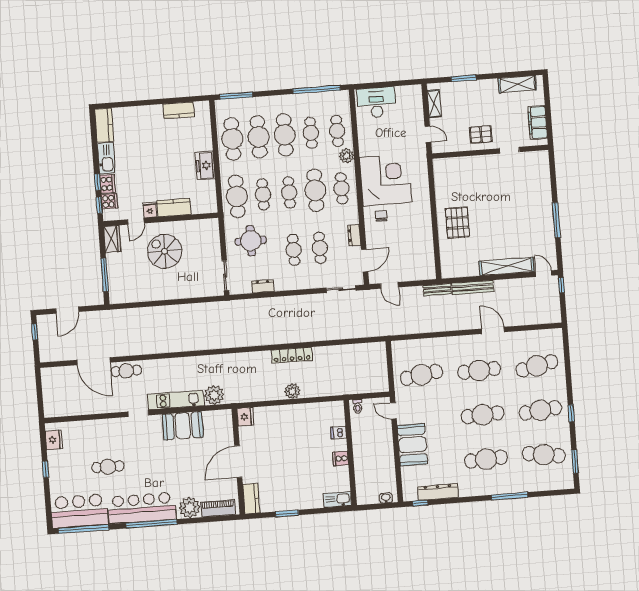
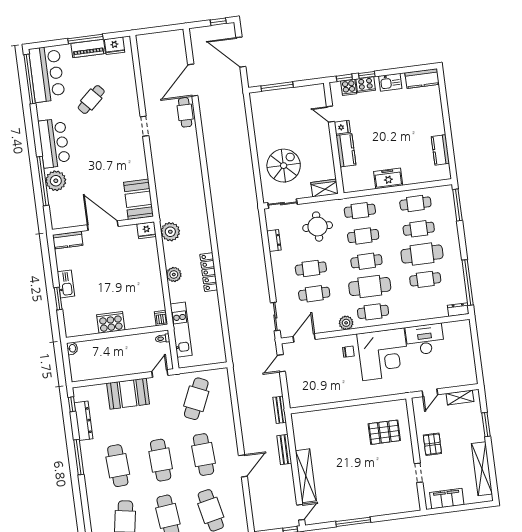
shelving: (517, 84) -> (482, 469), width x1.47
desk: (376, 102) -> (425, 339), moved, turned -90
cafe table: (337, 131) -> (429, 305), removed
cafe table: (259, 137) -> (419, 229), width x0.73, depth x0.74
cafe table: (232, 139) -> (415, 203), width x0.73, depth x0.74
plant: (347, 156) -> (346, 323), moved
kitchen sink: (106, 158) -> (390, 82), width x0.73
cafe table: (237, 196) -> (360, 211), width x0.73, depth x0.74
pallet: (457, 223) -> (384, 432), moved
dresser: (354, 235) -> (458, 310), moved
wardrobe: (112, 239) -> (325, 188), moved, turned 180
spiral stairs: (165, 251) -> (284, 166), moved
door: (365, 261) -> (304, 338), swing flipped
bench: (473, 287) -> (284, 449), width x0.73
door: (67, 310) -> (241, 52), width x1.36
cafe table: (421, 375) -> (196, 399), turned 33
plant: (214, 395) -> (170, 232), moved
kitchen unit: (176, 400) -> (181, 330), moved
booth: (183, 426) -> (139, 199), moved
dishwasher: (338, 433) -> (161, 318), moved
cooker: (341, 458) -> (111, 322), width x1.87, depth x1.31
cafe table: (108, 467) -> (91, 100), turned 48
window: (45, 469) -> (86, 39), width x2.17
window: (510, 496) -> (79, 457), moved
washbasin: (386, 498) -> (72, 348), moved
kitchen sink: (338, 500) -> (66, 284), moved
bar counter: (142, 508) -> (54, 143), width x0.73
piano: (218, 508) -> (88, 49), moved, turned 90
window: (287, 513) -> (58, 298), moved
window: (151, 524) -> (43, 181), moved

